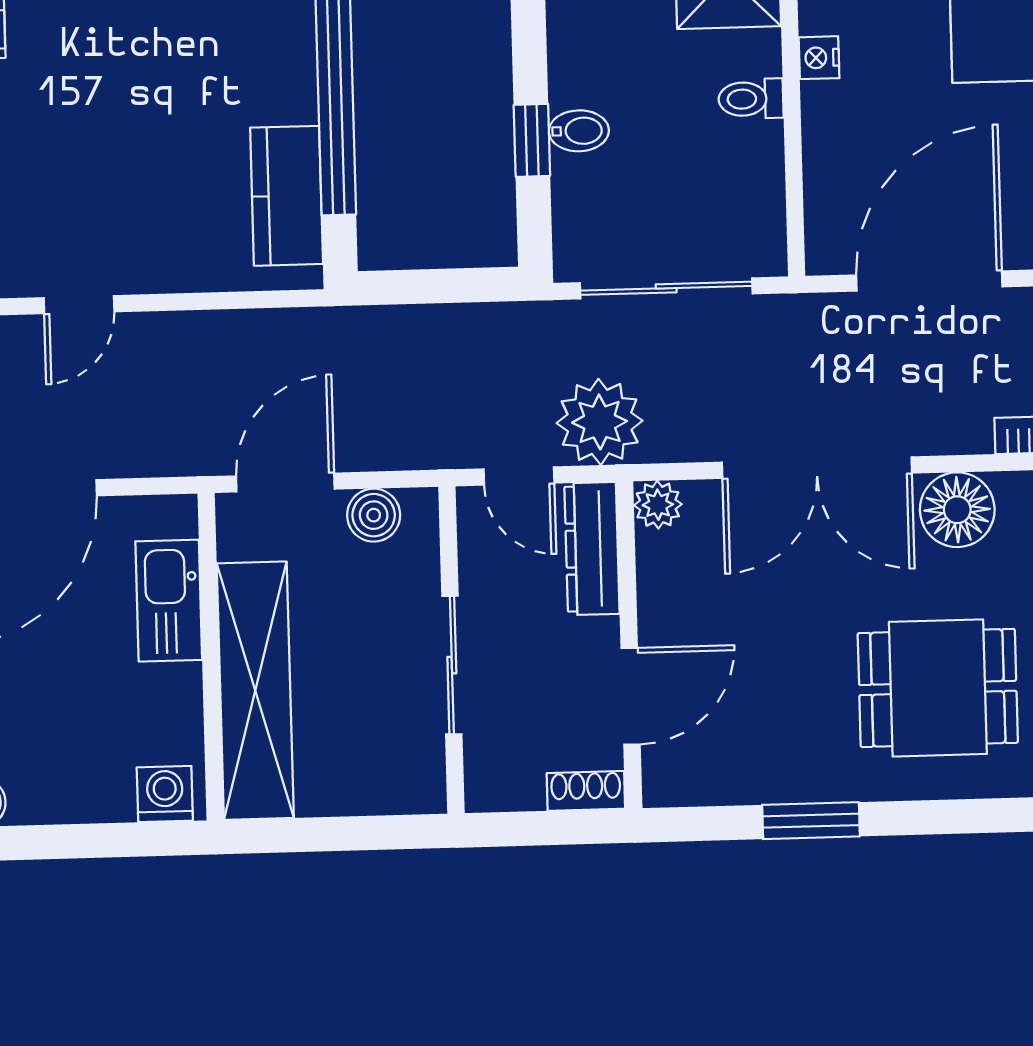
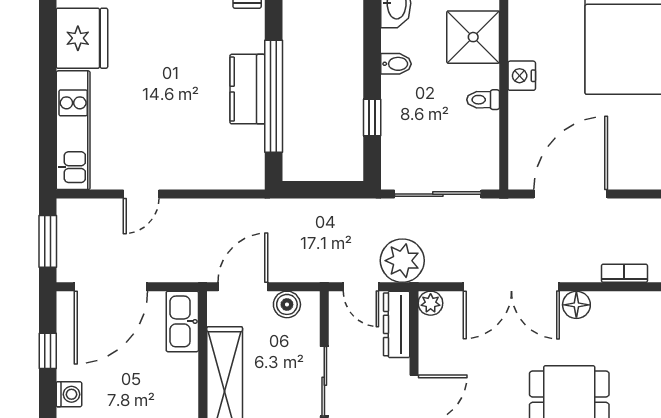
nightstand: (819, 58) -> (522, 76), width x1.39, depth x1.35
bidet: (579, 131) -> (396, 64), moved
kitchen counter: (287, 196) -> (247, 89), moved
floor lamp: (957, 510) -> (576, 305), width x0.73, depth x0.73
kitchen sink: (169, 601) -> (182, 321), moved

